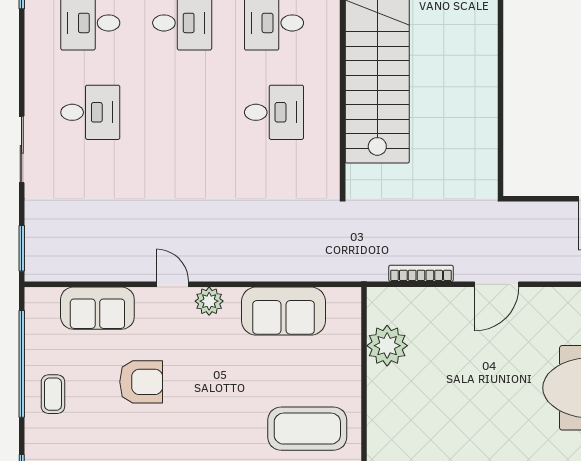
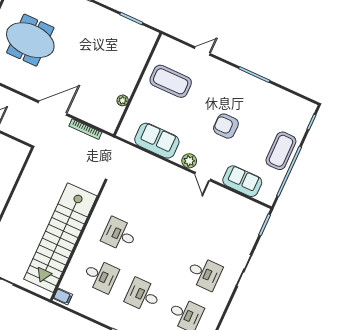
desk: (90, 112) -> (204, 273), turned 180
door: (497, 284) -> (53, 108), width x1.36
plant: (387, 346) -> (123, 100), width x0.53, depth x0.53
armchair: (141, 382) -> (226, 126), moved
coffee table: (53, 394) -> (281, 151), width x1.86, depth x1.72

